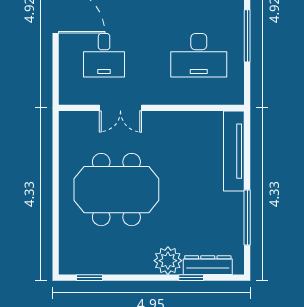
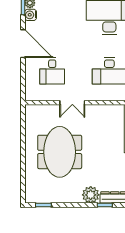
double door: (120, 108) -> (72, 103), moved
meeting table: (116, 190) -> (60, 152), turned 90

